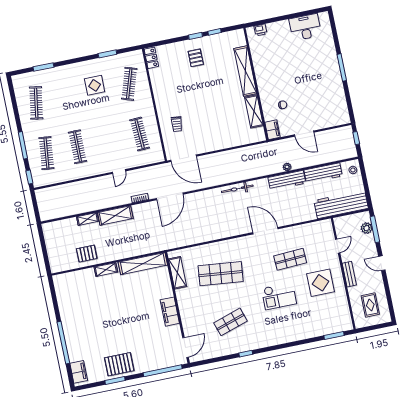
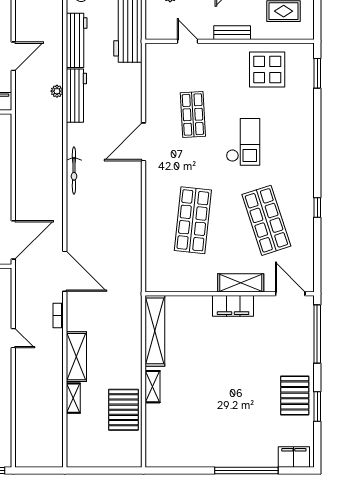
pallet: (87, 254) -> (123, 410), width x1.50, depth x1.42
shelving: (178, 273) -> (241, 283), moved
display table: (321, 283) -> (267, 70), moved
shop shelf: (230, 322) -> (266, 220), width x1.43, depth x1.36

